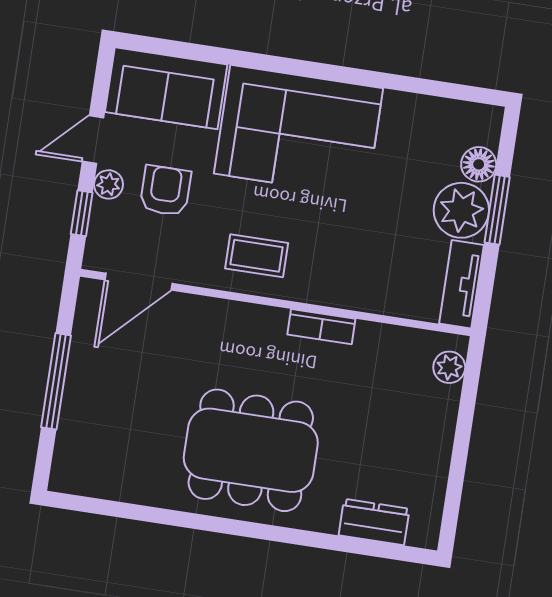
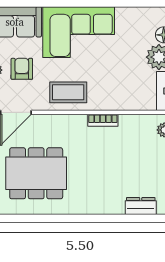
coffee table: (257, 256) -> (68, 92), width x1.36, depth x1.30
dining table: (251, 450) -> (36, 173), moved

